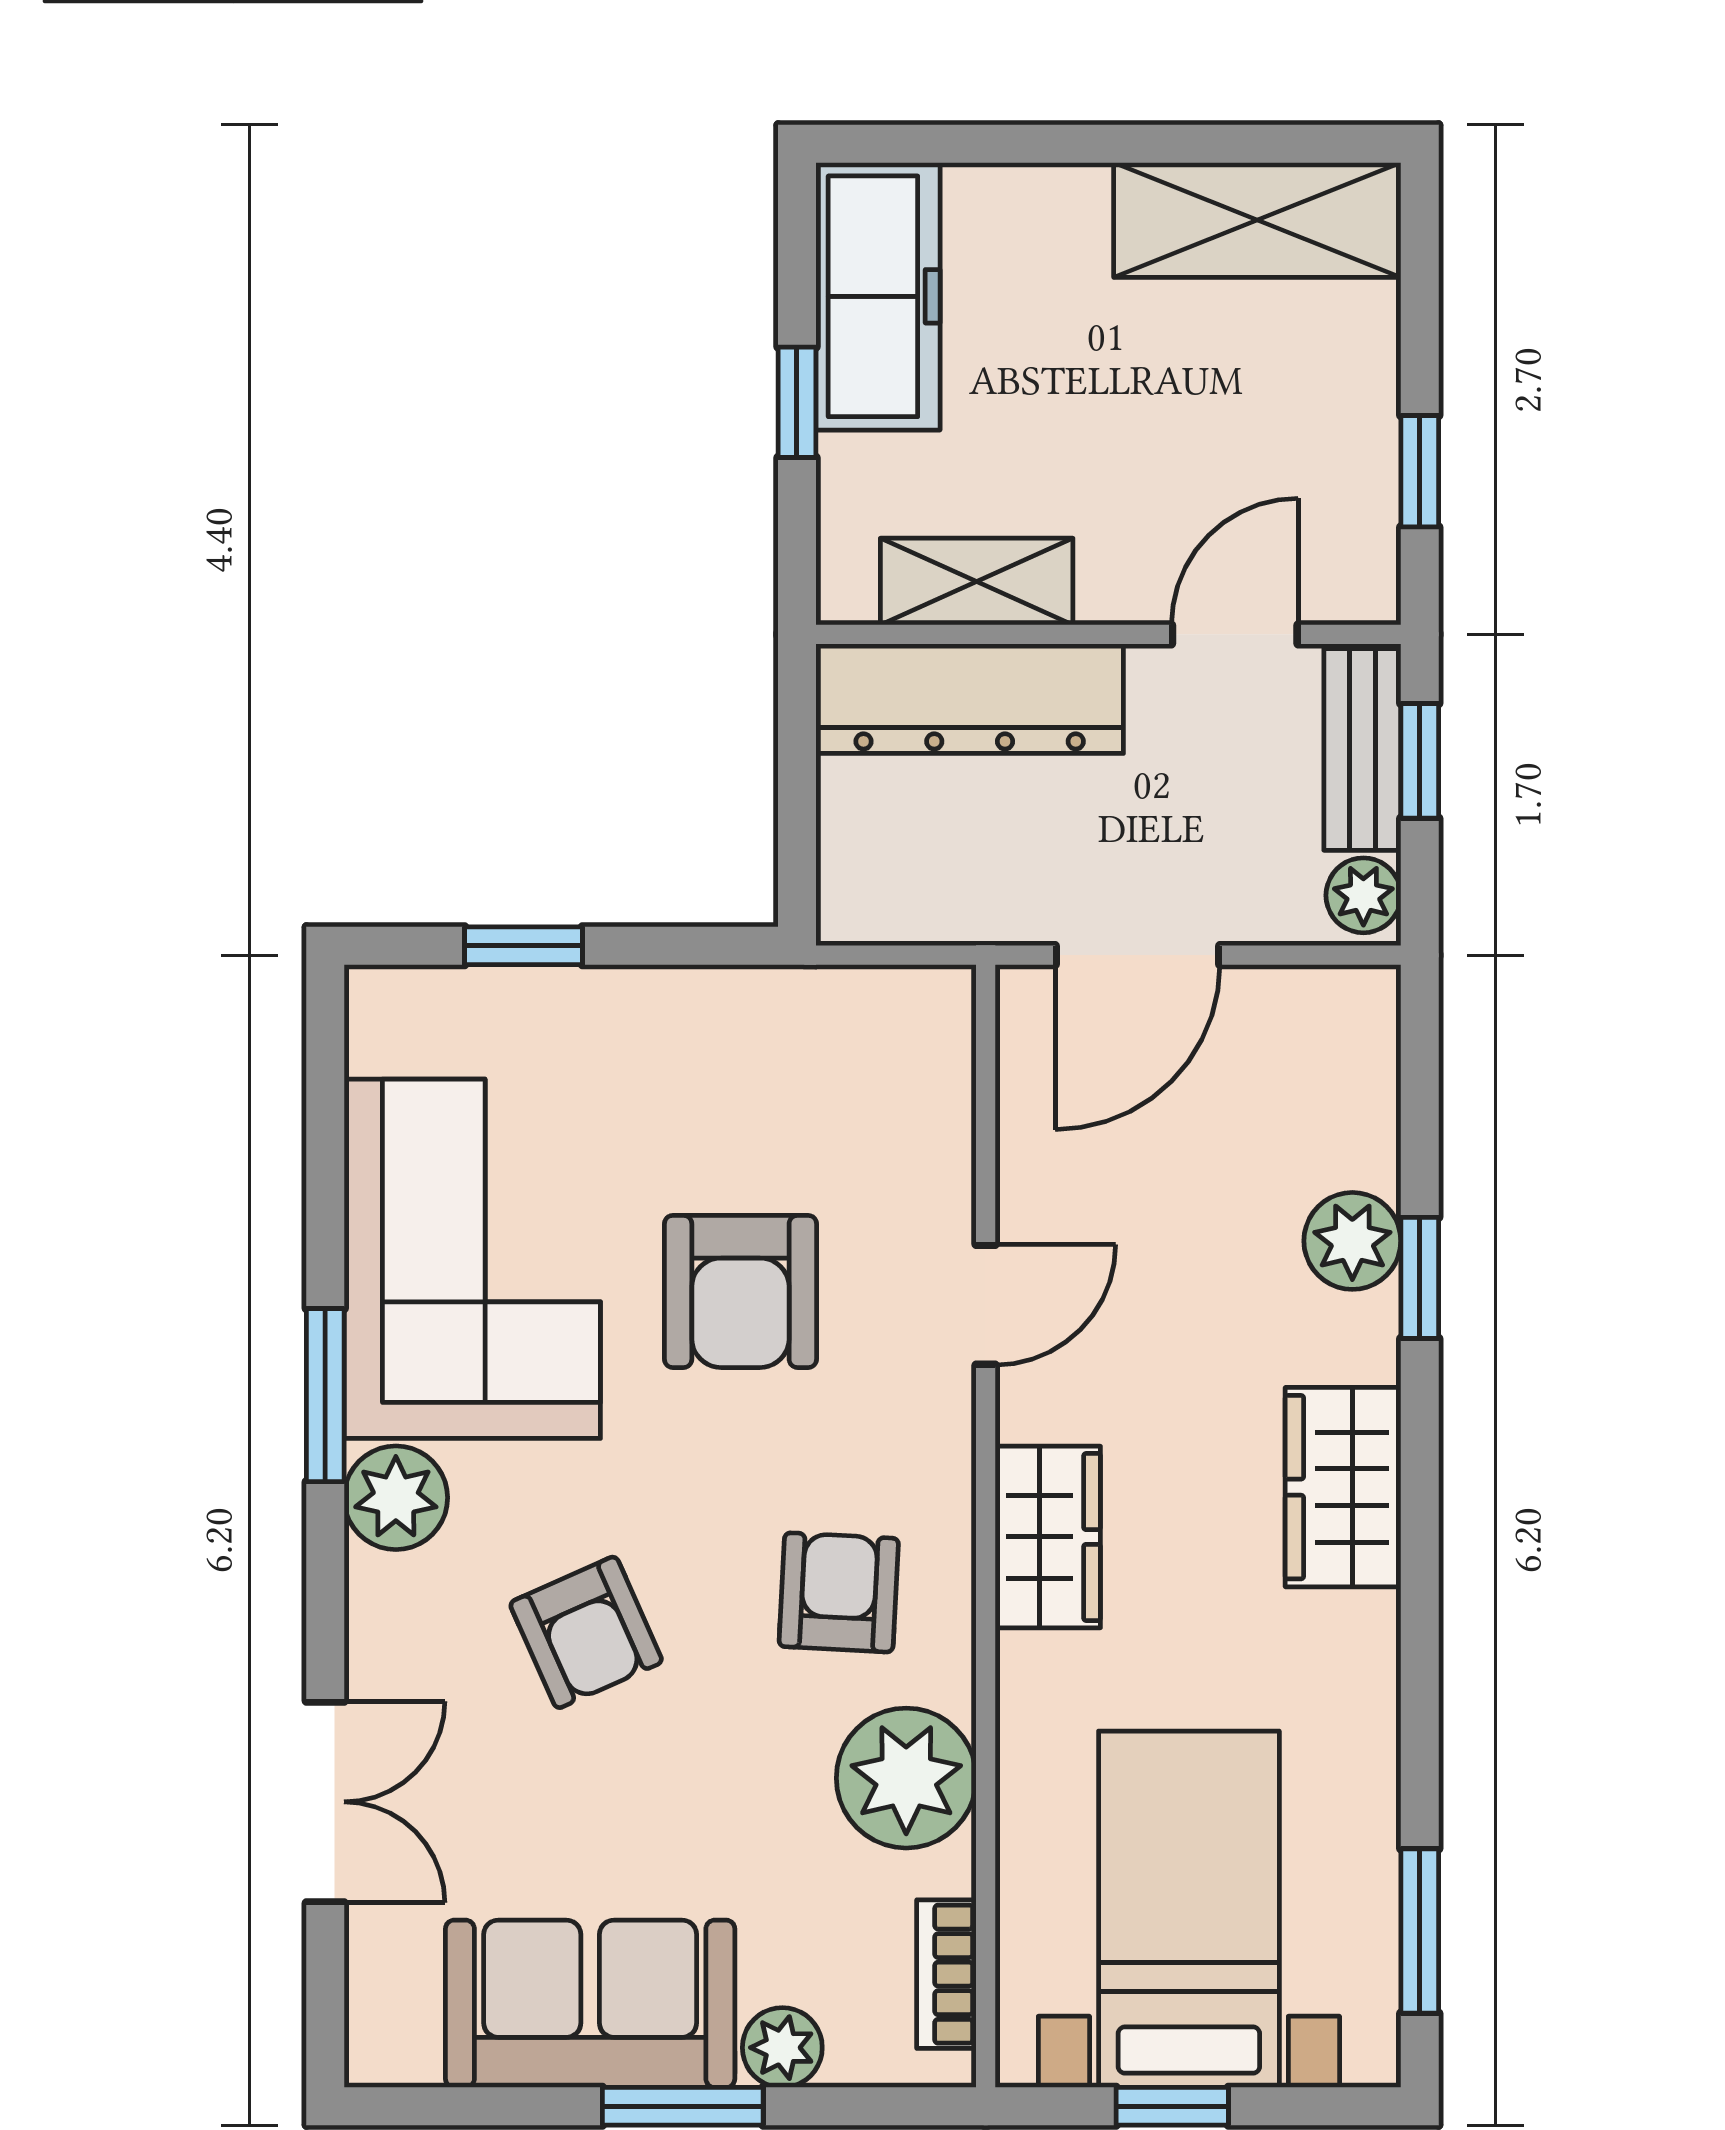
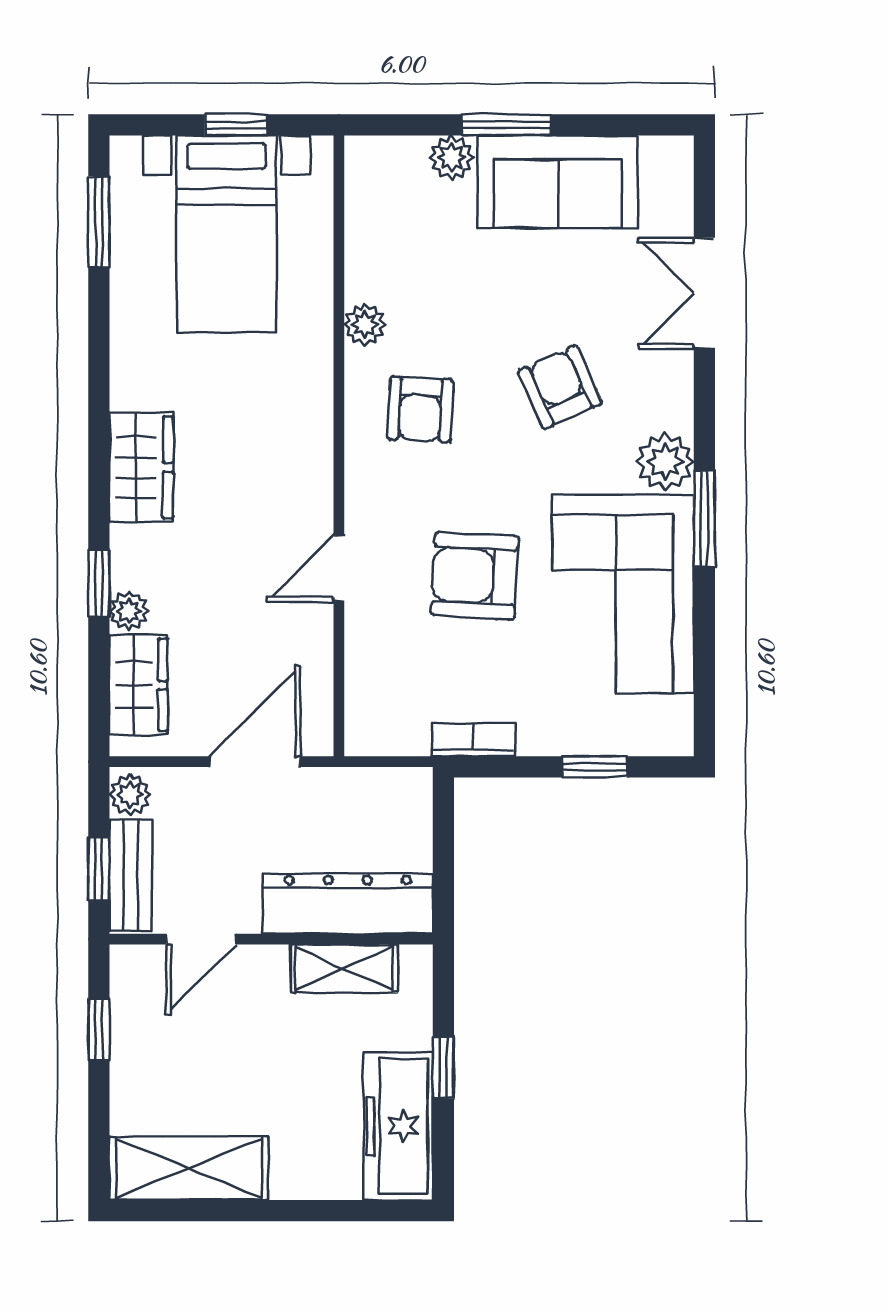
plant: (1352, 1241) -> (129, 611), width x0.73, depth x0.73
armchair: (740, 1291) -> (475, 576), turned -87
wardrobe: (1048, 1537) -> (138, 685), moved, turned 180
plant: (906, 1778) -> (365, 325), width x0.53, depth x0.53
bookcase: (946, 1974) -> (474, 740), moved, turned -90

